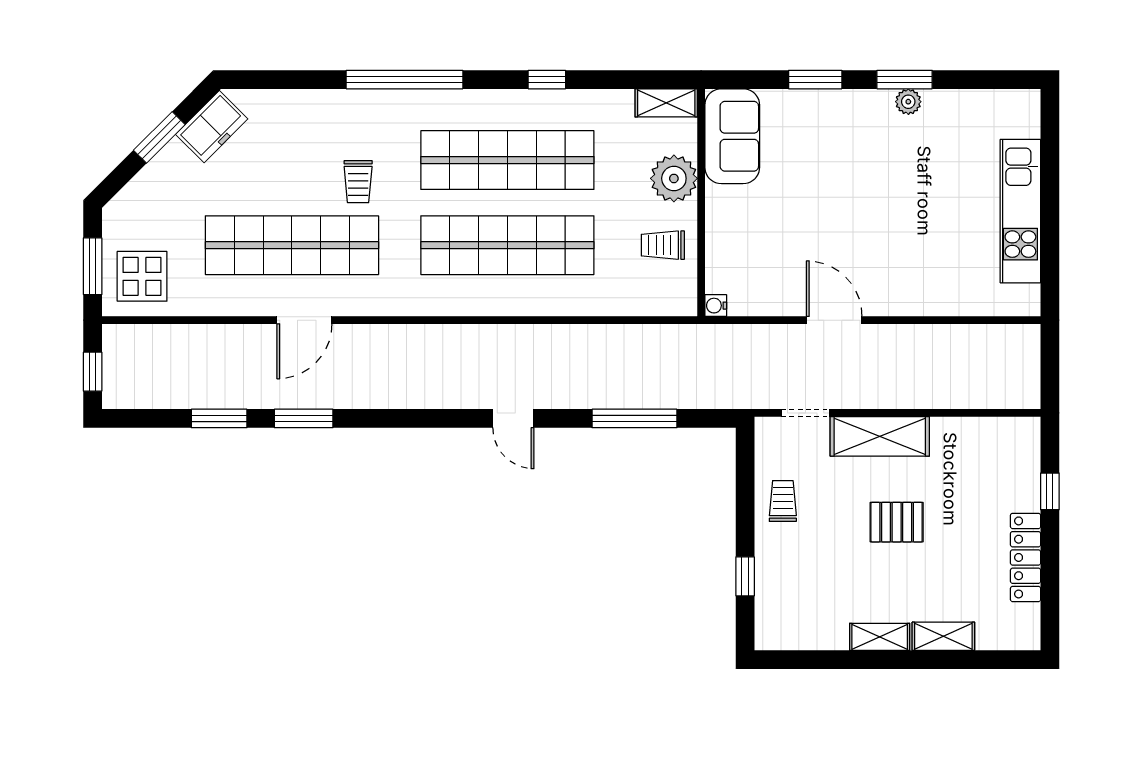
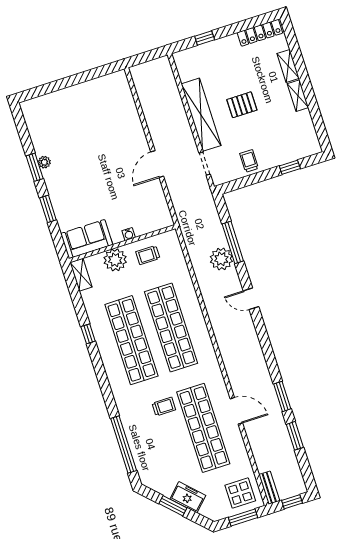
window: (405, 80) -> (124, 445), moved
freezer: (212, 127) -> (188, 497), moved
kitchen unit: (1020, 211) -> (79, 94), removed
trolley: (663, 245) -> (148, 255), turned 90
water cooler: (716, 306) -> (129, 234), moved
bench: (134, 336) -> (269, 488), added
plant: (609, 386) -> (221, 259), added
door: (513, 418) -> (251, 299), swing flipped
shelving: (880, 436) -> (201, 115), width x1.47
trolley: (783, 501) -> (249, 161), turned 90
pallet: (897, 522) -> (242, 105), turned 90
locker: (1026, 557) -> (260, 33), moved

